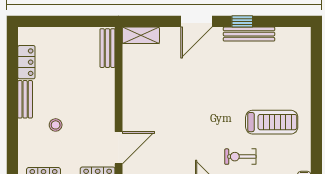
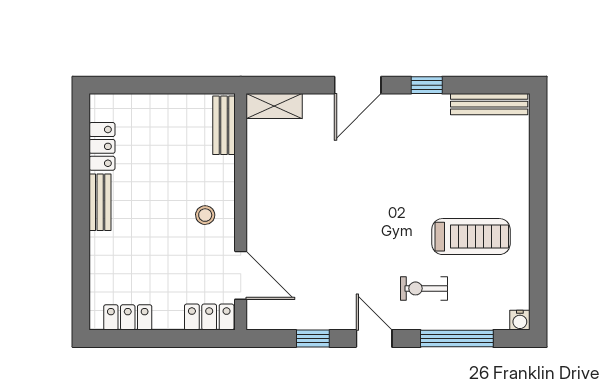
bench: (249, 34) -> (489, 104), moved
stool: (56, 125) -> (205, 215), moved
door: (119, 148) -> (241, 275), hinge flipped

